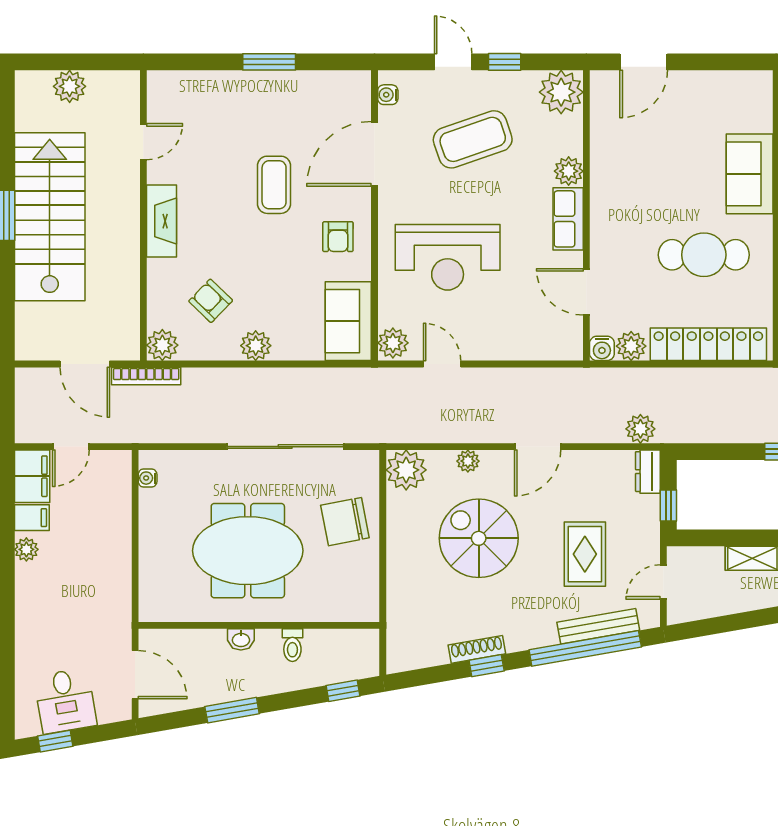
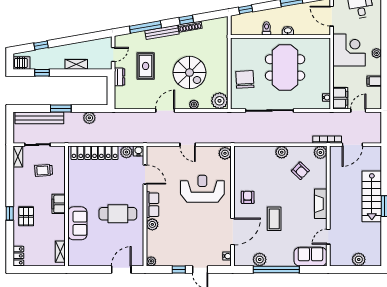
window: (269, 62) -> (276, 270), width x2.11
plant: (309, 86) -> (260, 259), added
plant: (561, 92) -> (151, 261), width x0.53, depth x0.53
coffee table: (473, 139) -> (192, 238), removed
stairs: (50, 217) -> (372, 196), width x0.73, depth x0.66
cafe table: (704, 255) -> (118, 214), moved
sofa: (348, 321) -> (310, 257), moved, turned -90
door: (85, 364) -> (352, 145), swing flipped
door: (442, 364) -> (188, 145), moved
plant: (640, 429) -> (89, 118), moved
dresser: (648, 472) -> (120, 77), moved
filing cabinet: (32, 476) -> (340, 98), moved, turned 180
window: (668, 505) -> (111, 86), removed
chair: (345, 522) -> (245, 79), turned -82
plant: (26, 549) -> (377, 53), moved
meeting table: (248, 551) -> (285, 67), turned 90
corner desk: (93, 593) -> (349, 50), added
bench: (598, 626) -> (162, 32), moved
window: (585, 648) -> (145, 27), width x0.68

